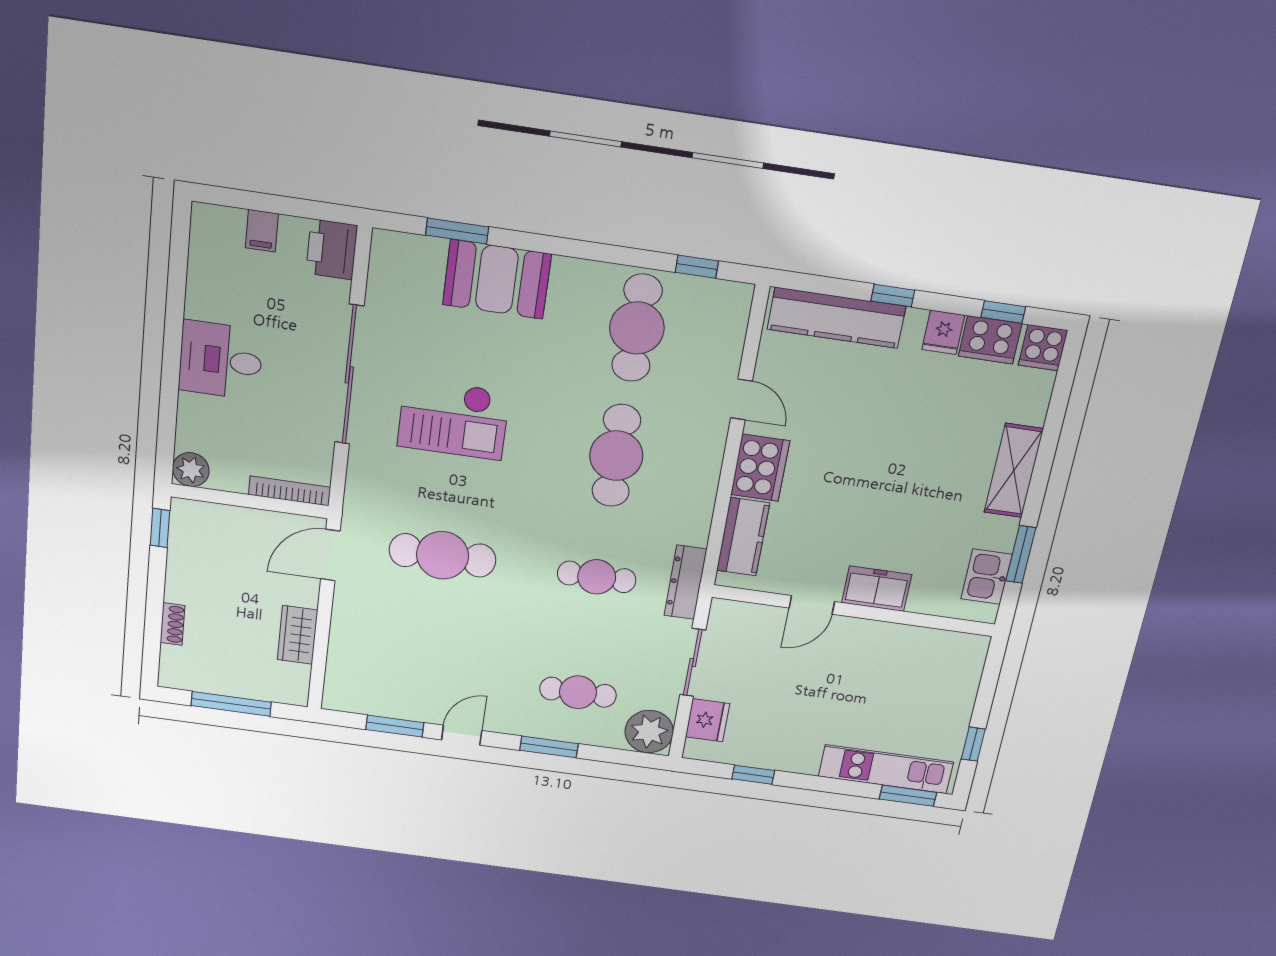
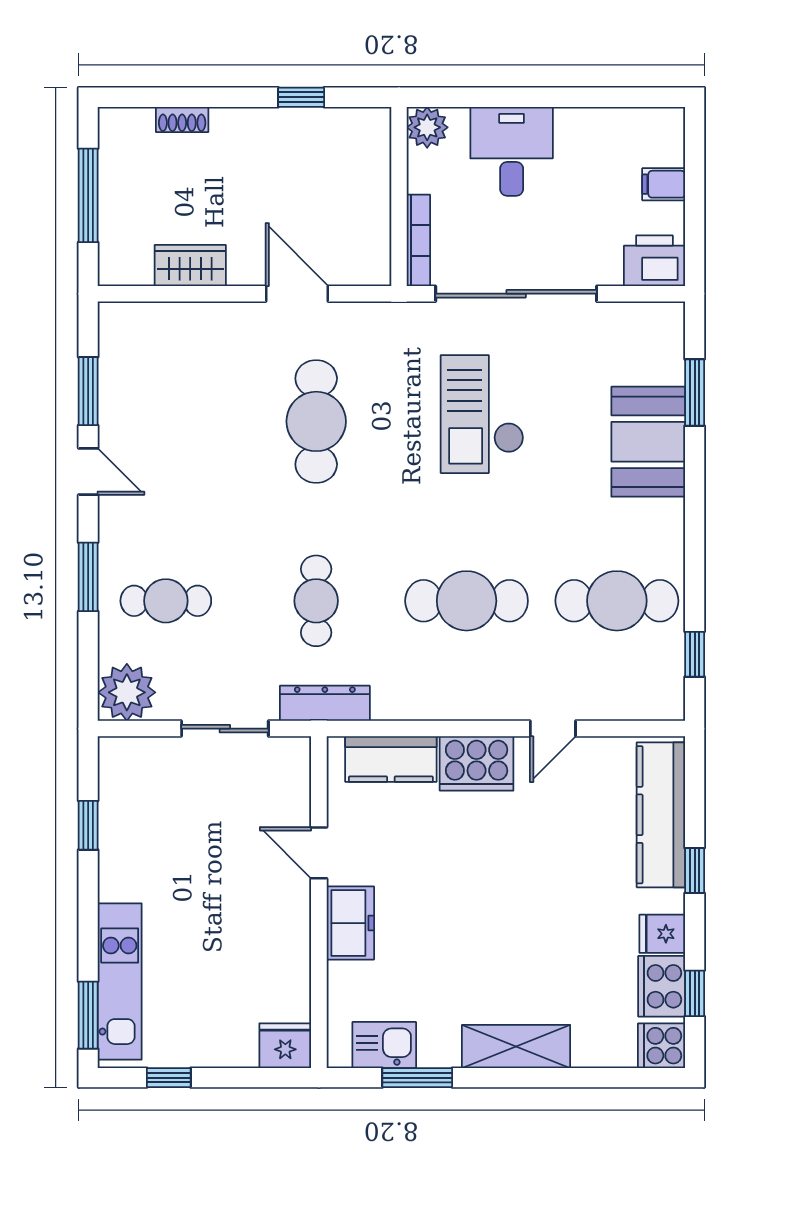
plant: (191, 470) -> (427, 127), moved
bookcase: (290, 491) -> (418, 240), moved
wall: (250, 501) -> (399, 196), moved
cafe table: (578, 692) -> (166, 601), turned 90
fridge: (708, 720) -> (285, 1046), moved, turned 180

